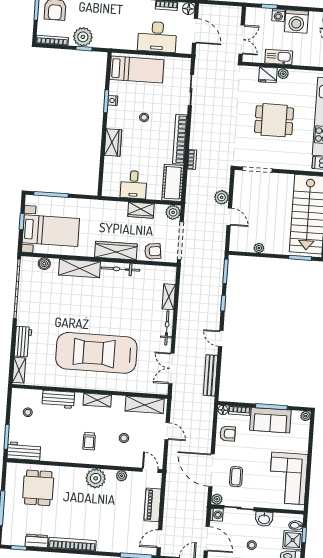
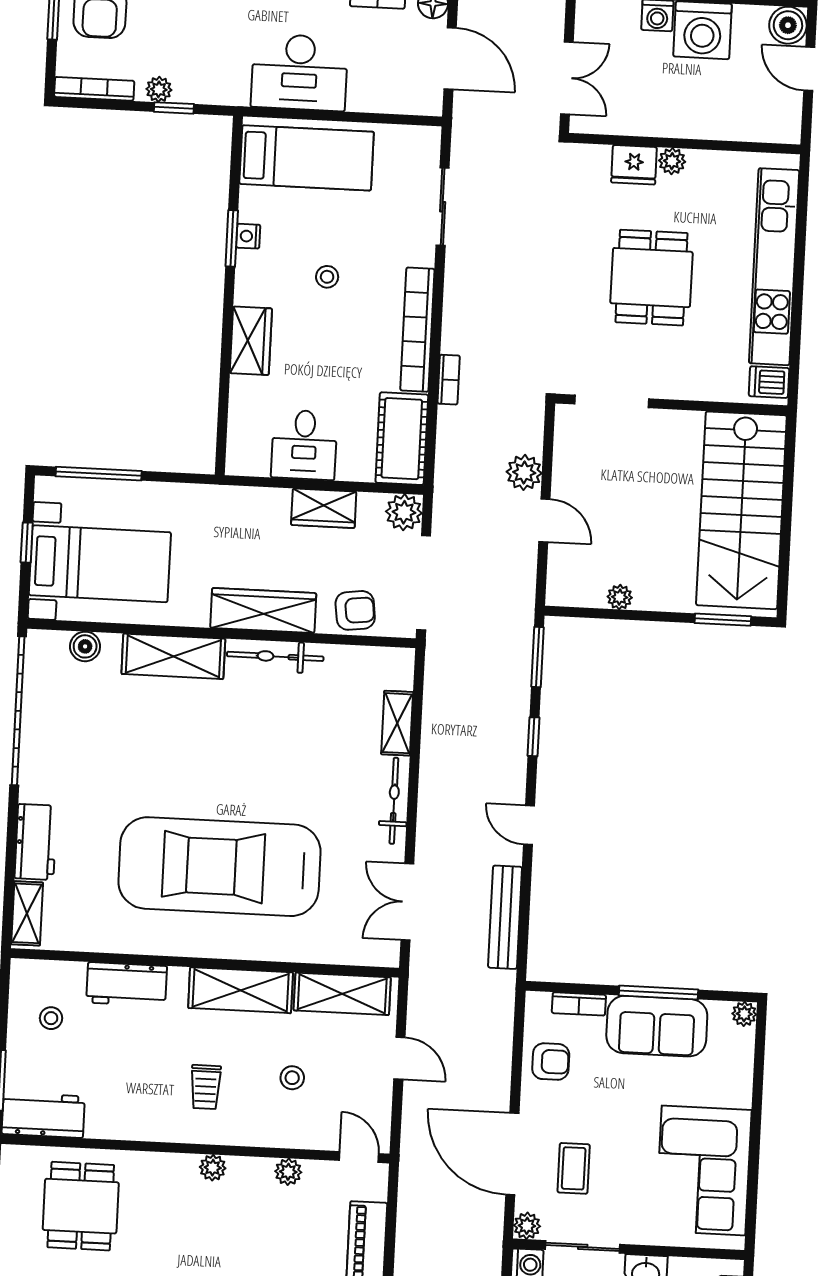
plant: (83, 37) -> (159, 89), width x0.53, depth x0.53
desk: (157, 37) -> (299, 72), moved
kitchen sink: (279, 57) -> (660, 120), removed
dining table: (274, 120) -> (651, 278), turned 90
shelving: (97, 400) -> (241, 990), width x1.50, depth x1.33
floor lamp: (223, 410) -> (538, 1003), removed
plant: (96, 478) -> (213, 1168), width x0.53, depth x0.53

